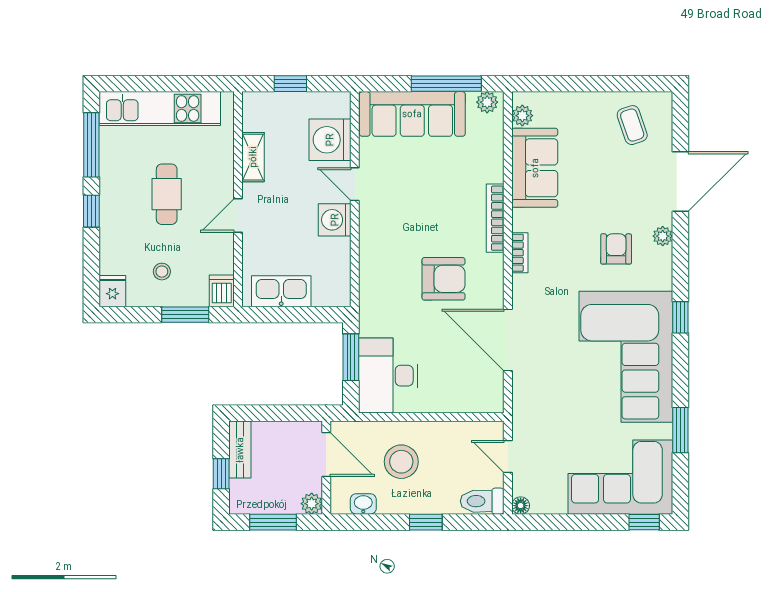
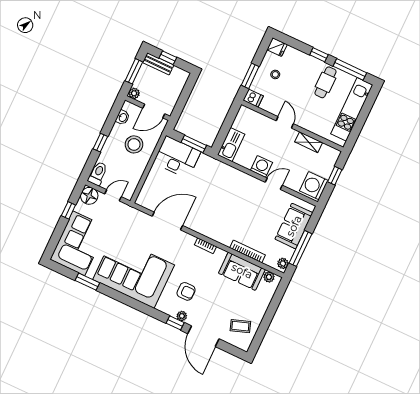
sofa: (412, 114) -> (294, 226), width x0.73
washing machine: (330, 140) -> (314, 186), moved, turned -90
cafe table: (167, 194) -> (325, 82), moved, turned 90
bookcase: (495, 218) -> (248, 251), moved
armchair: (444, 279) -> (210, 204), removed
kitchen sink: (281, 291) -> (231, 145), moved
window: (680, 317) -> (175, 323), moved
bench: (240, 450) -> (158, 64), moved
floor lamp: (521, 506) -> (89, 196), width x1.89, depth x1.89
window: (644, 522) -> (68, 210), moved

